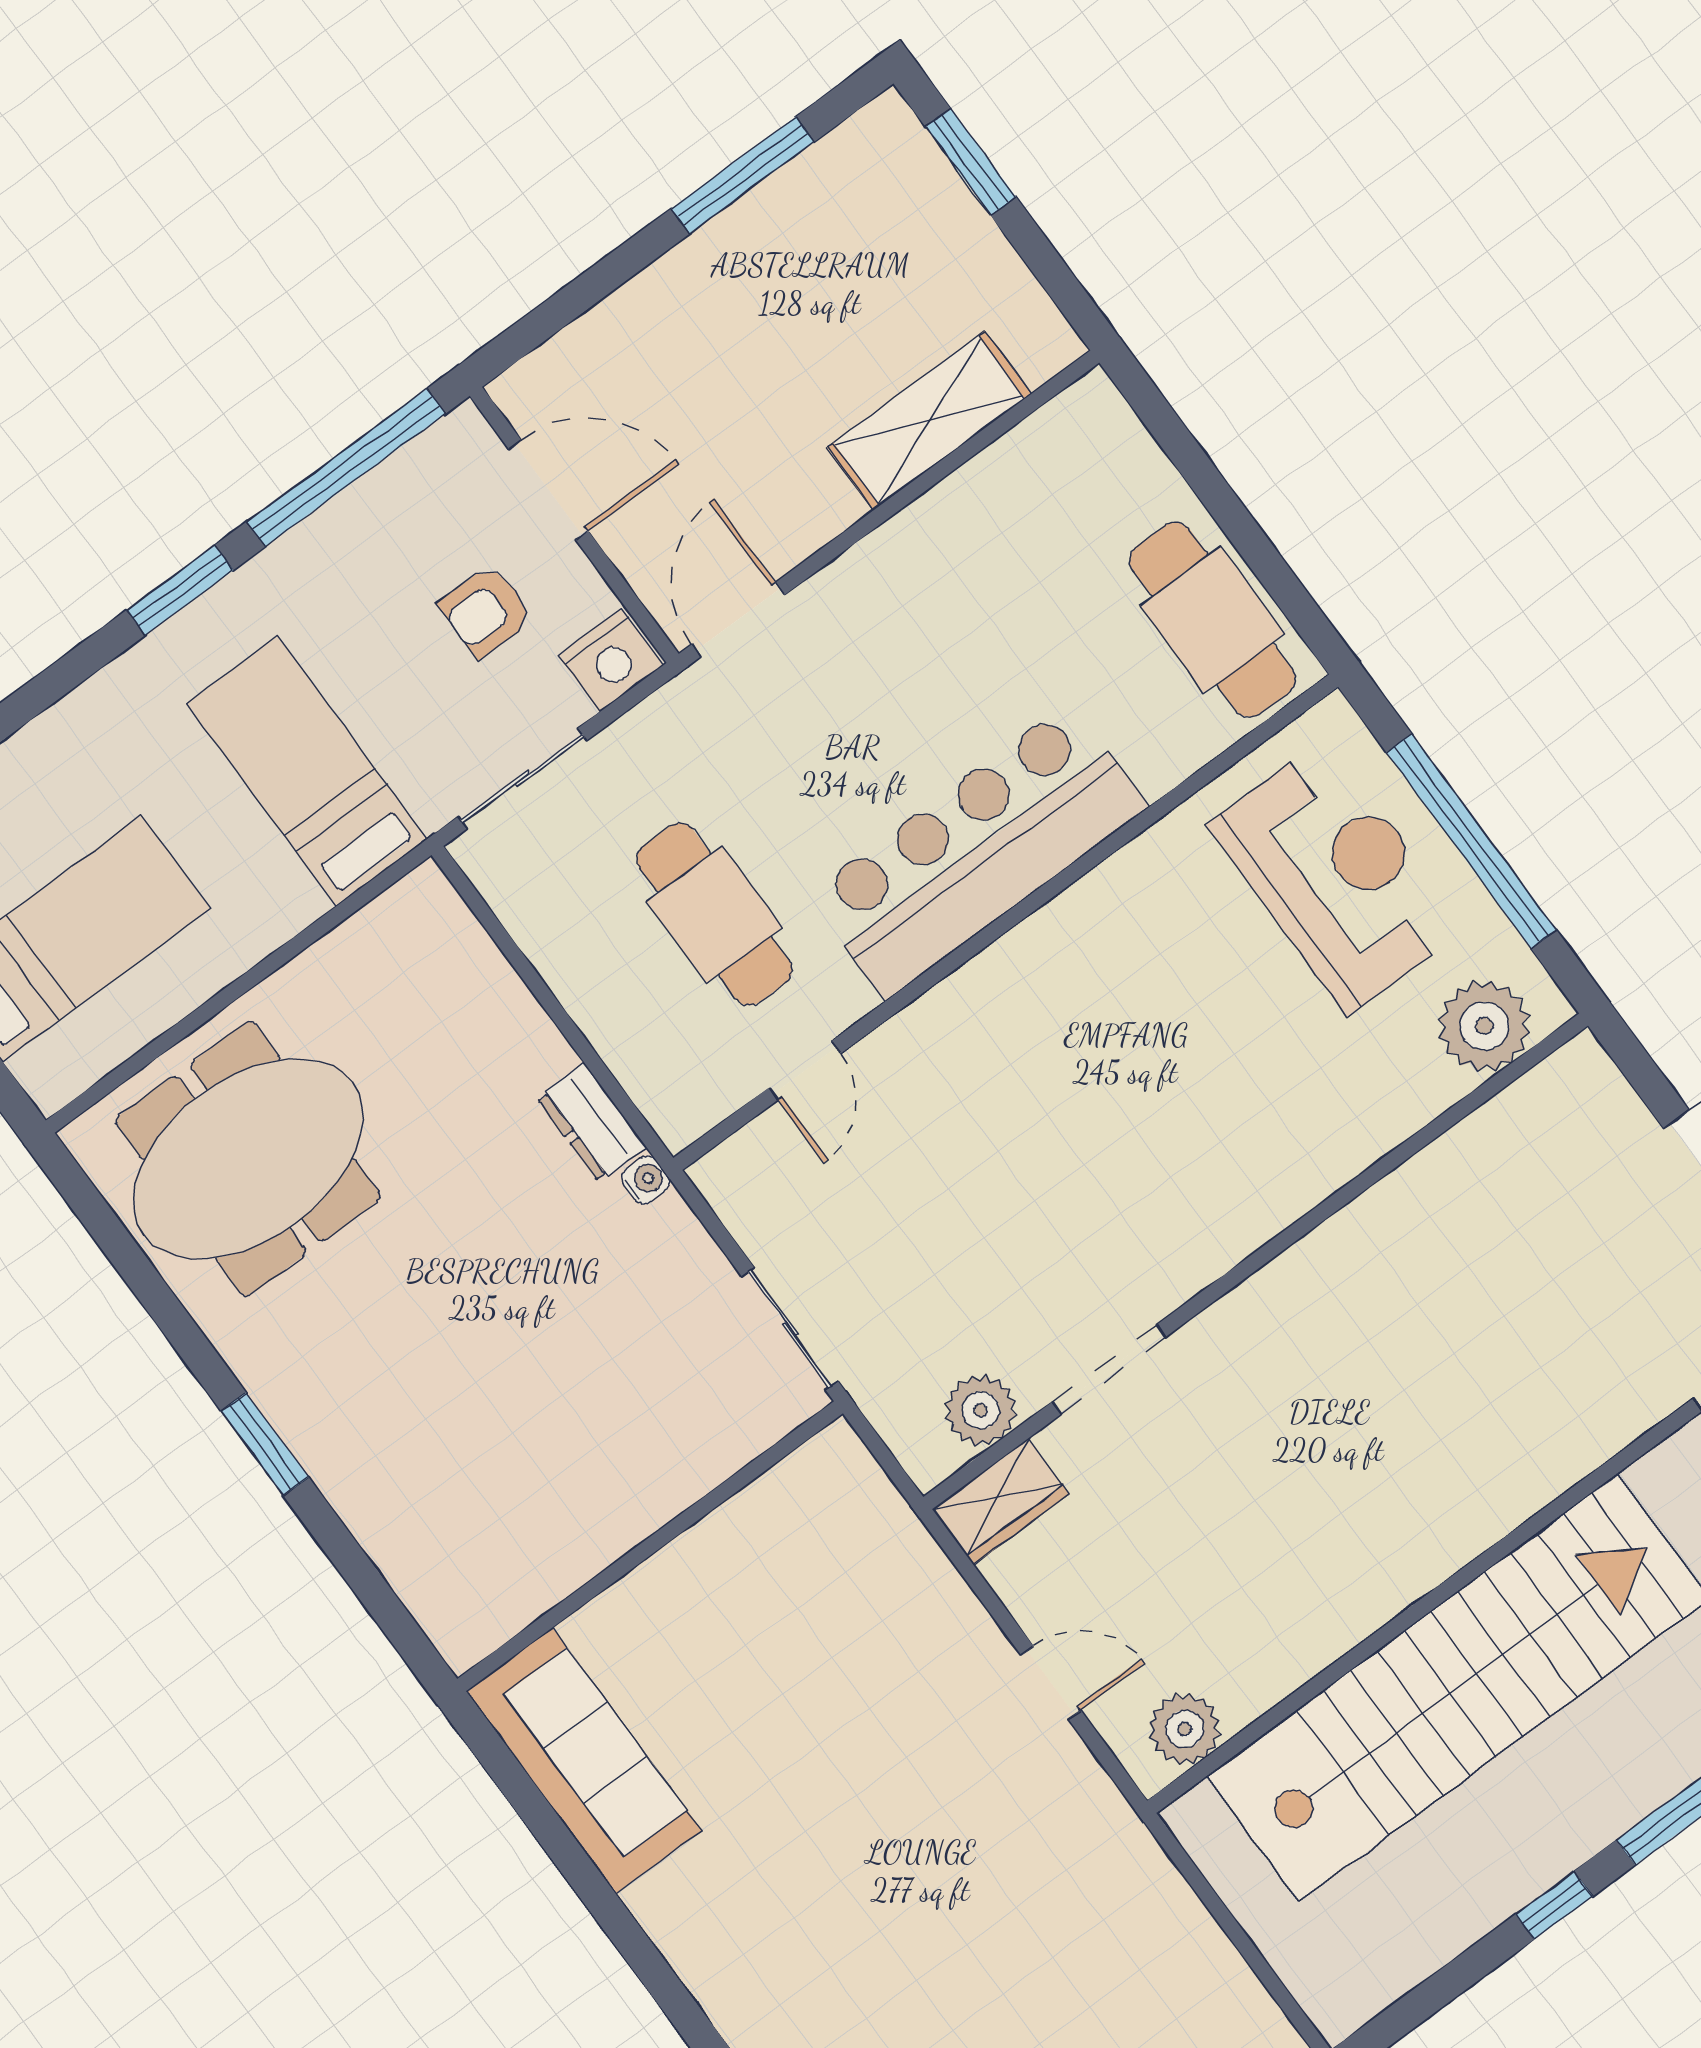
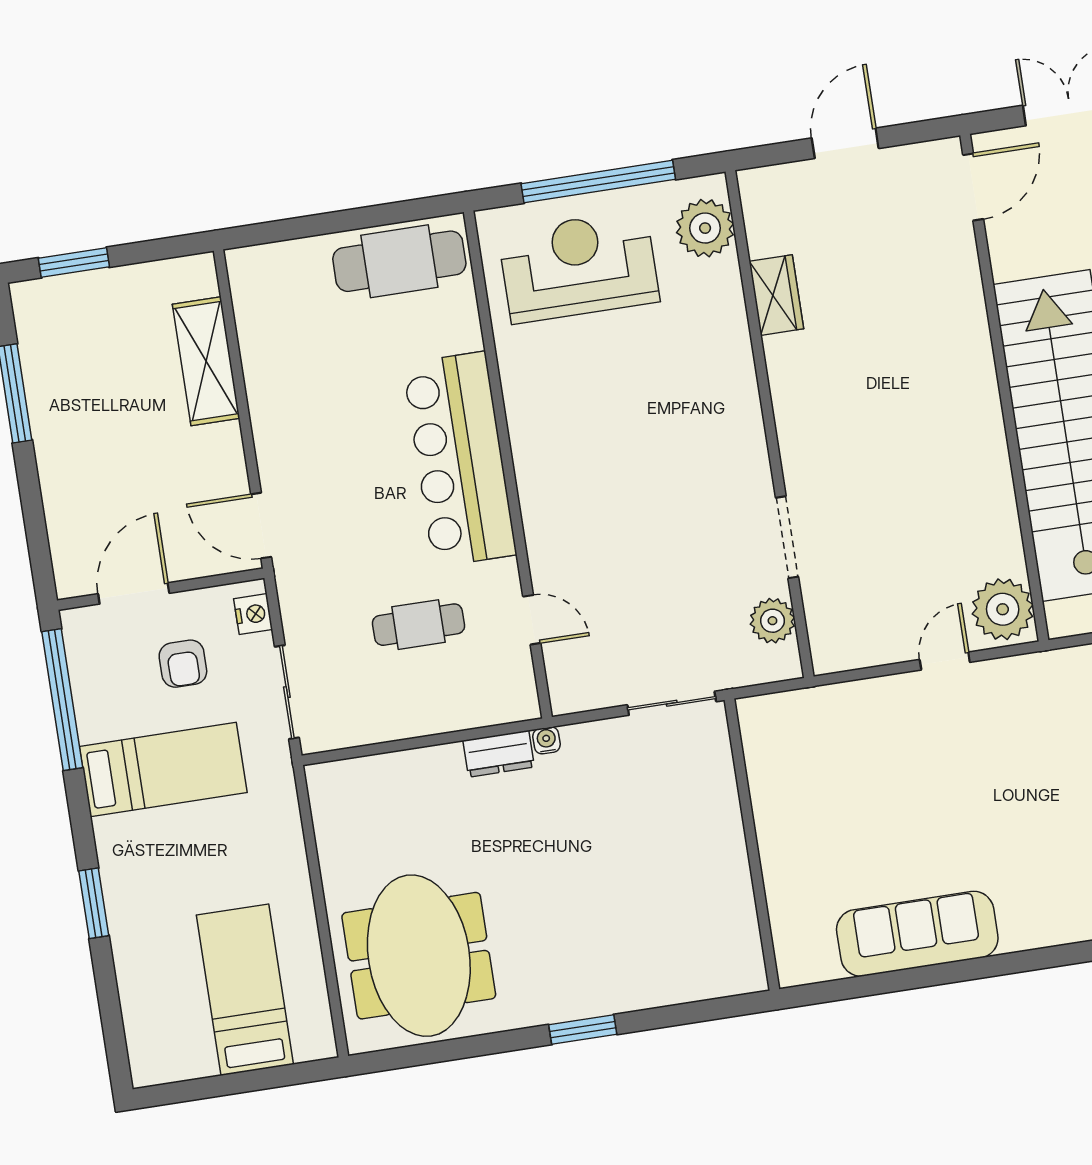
window: (180, 590) -> (94, 903), moved
nightstand: (611, 660) -> (253, 614), width x0.74, depth x0.75
bed: (307, 771) -> (163, 769), moved, turned 180
cafe table: (714, 914) -> (418, 625), width x0.73, depth x0.74
wardrobe: (1001, 1501) -> (776, 295), moved
plant: (1185, 1729) -> (1003, 609), width x1.36, depth x1.36
sofa: (584, 1761) -> (917, 934), moved

